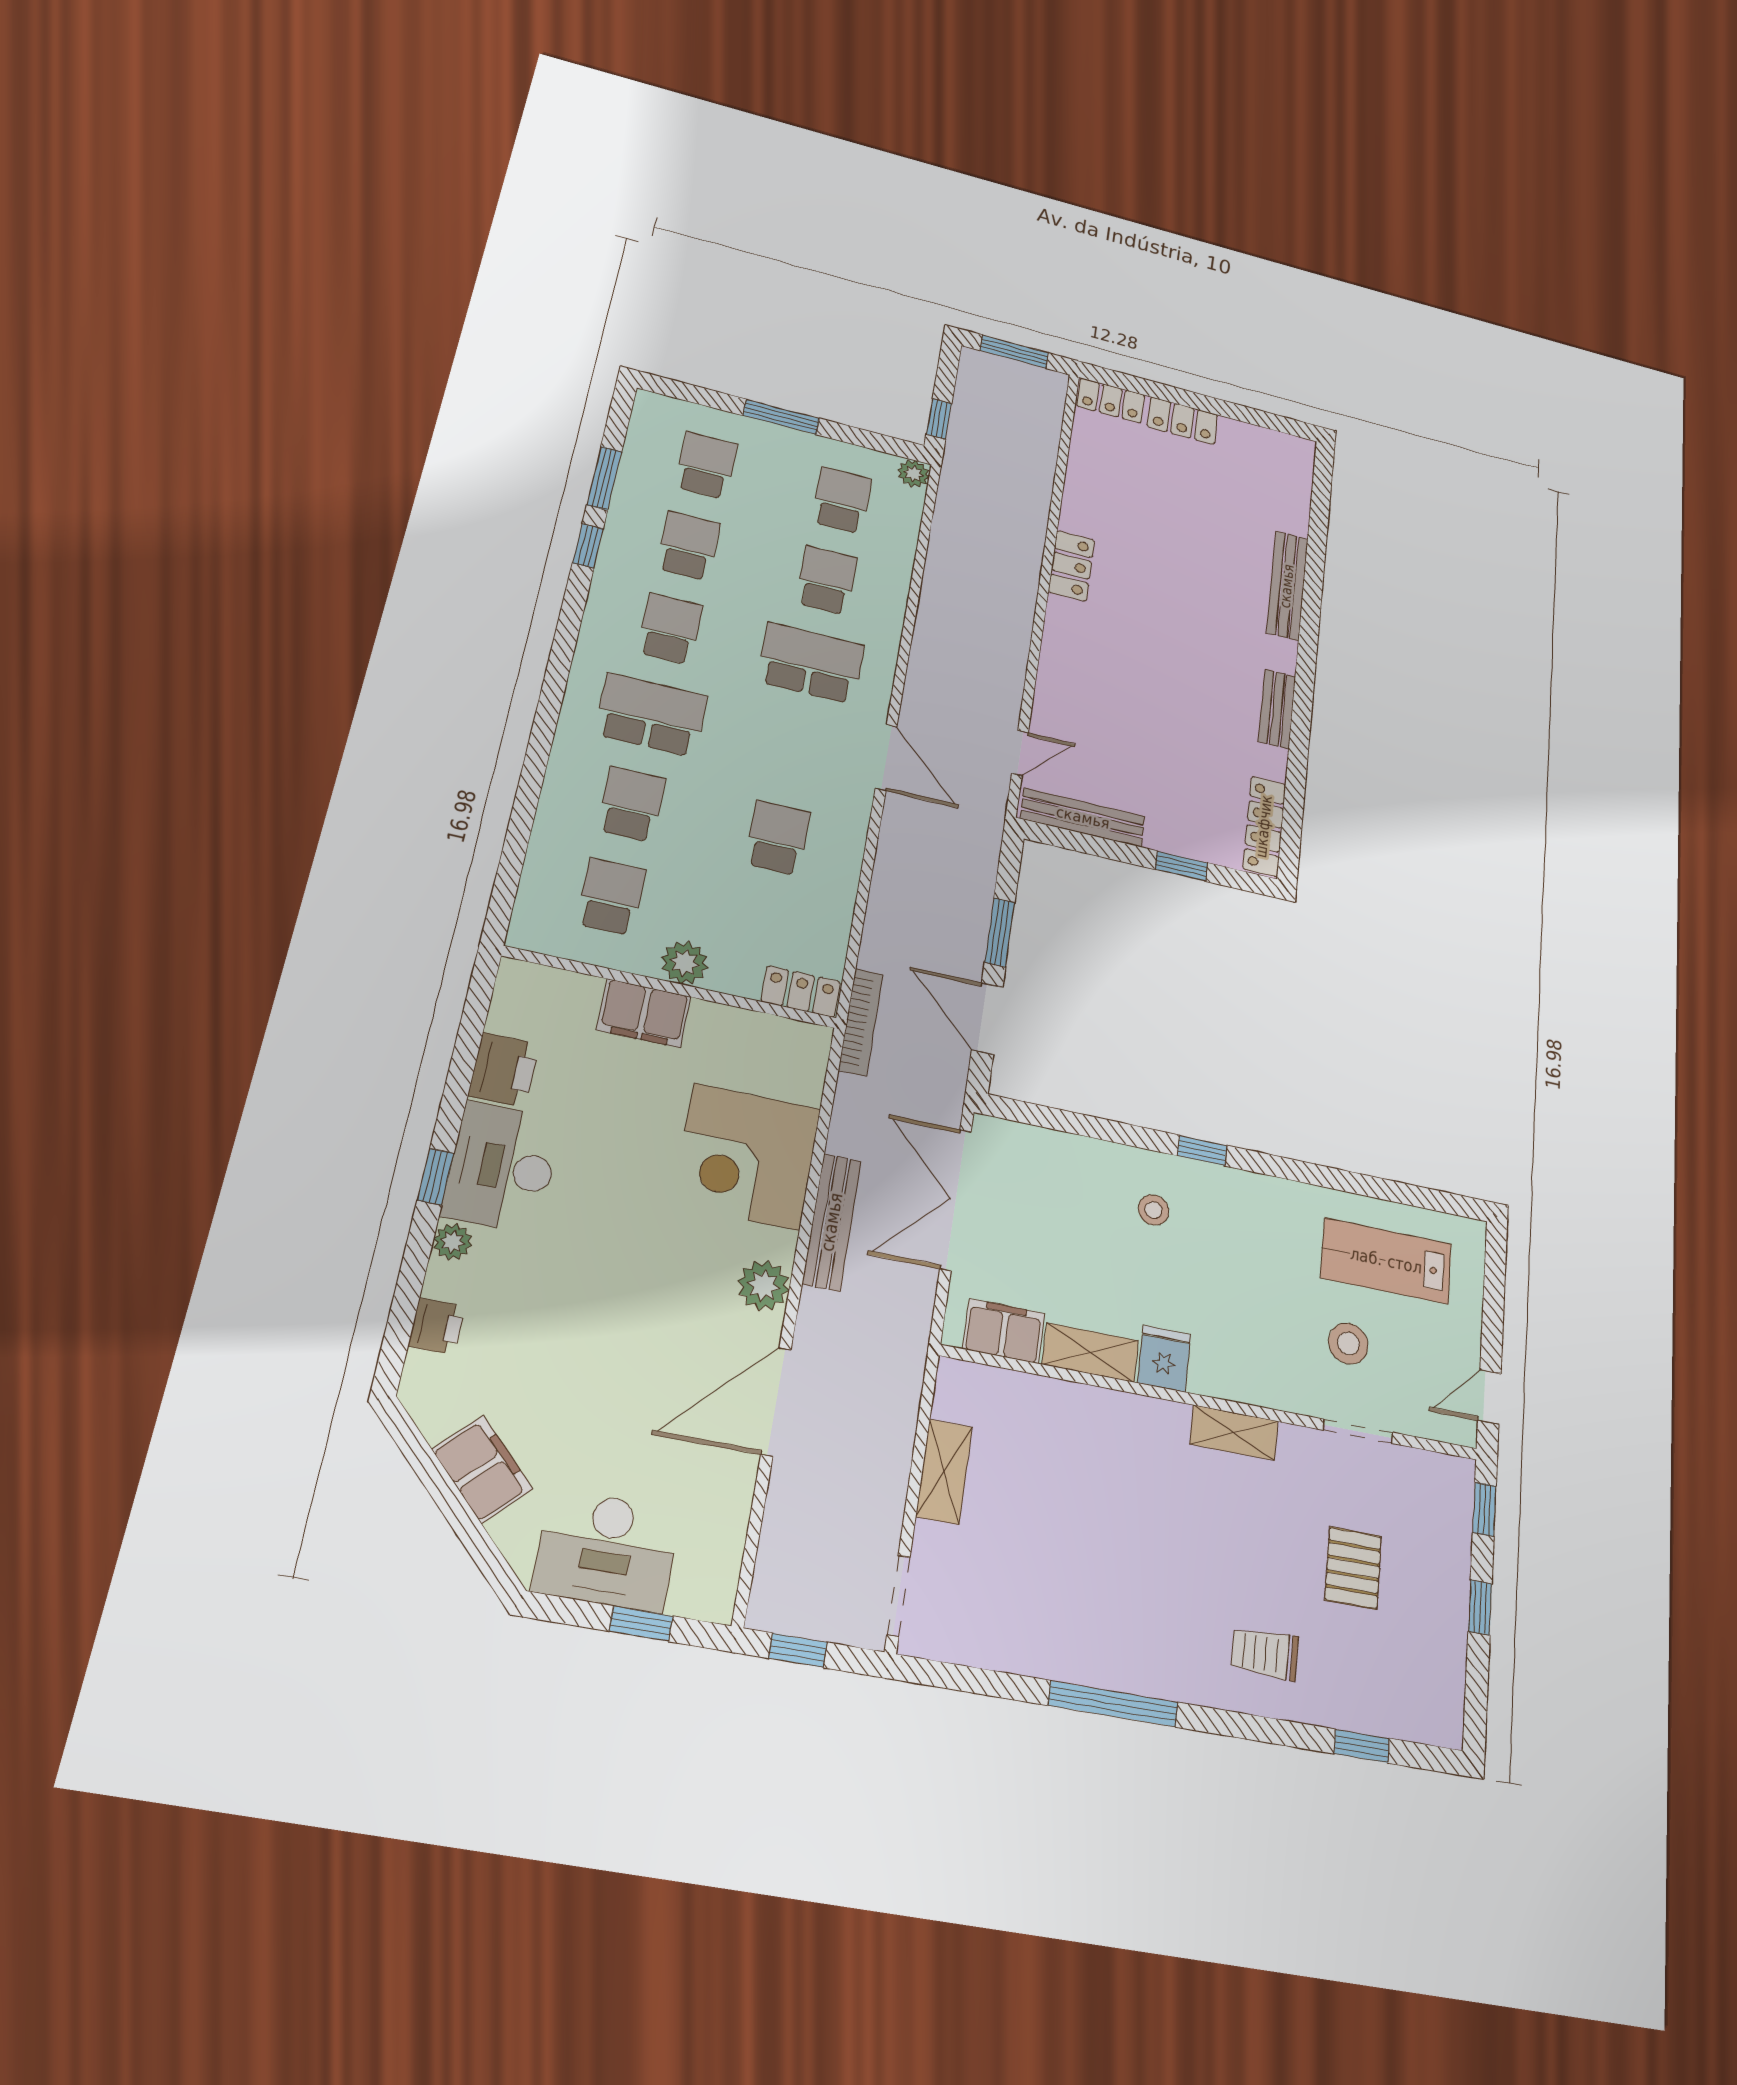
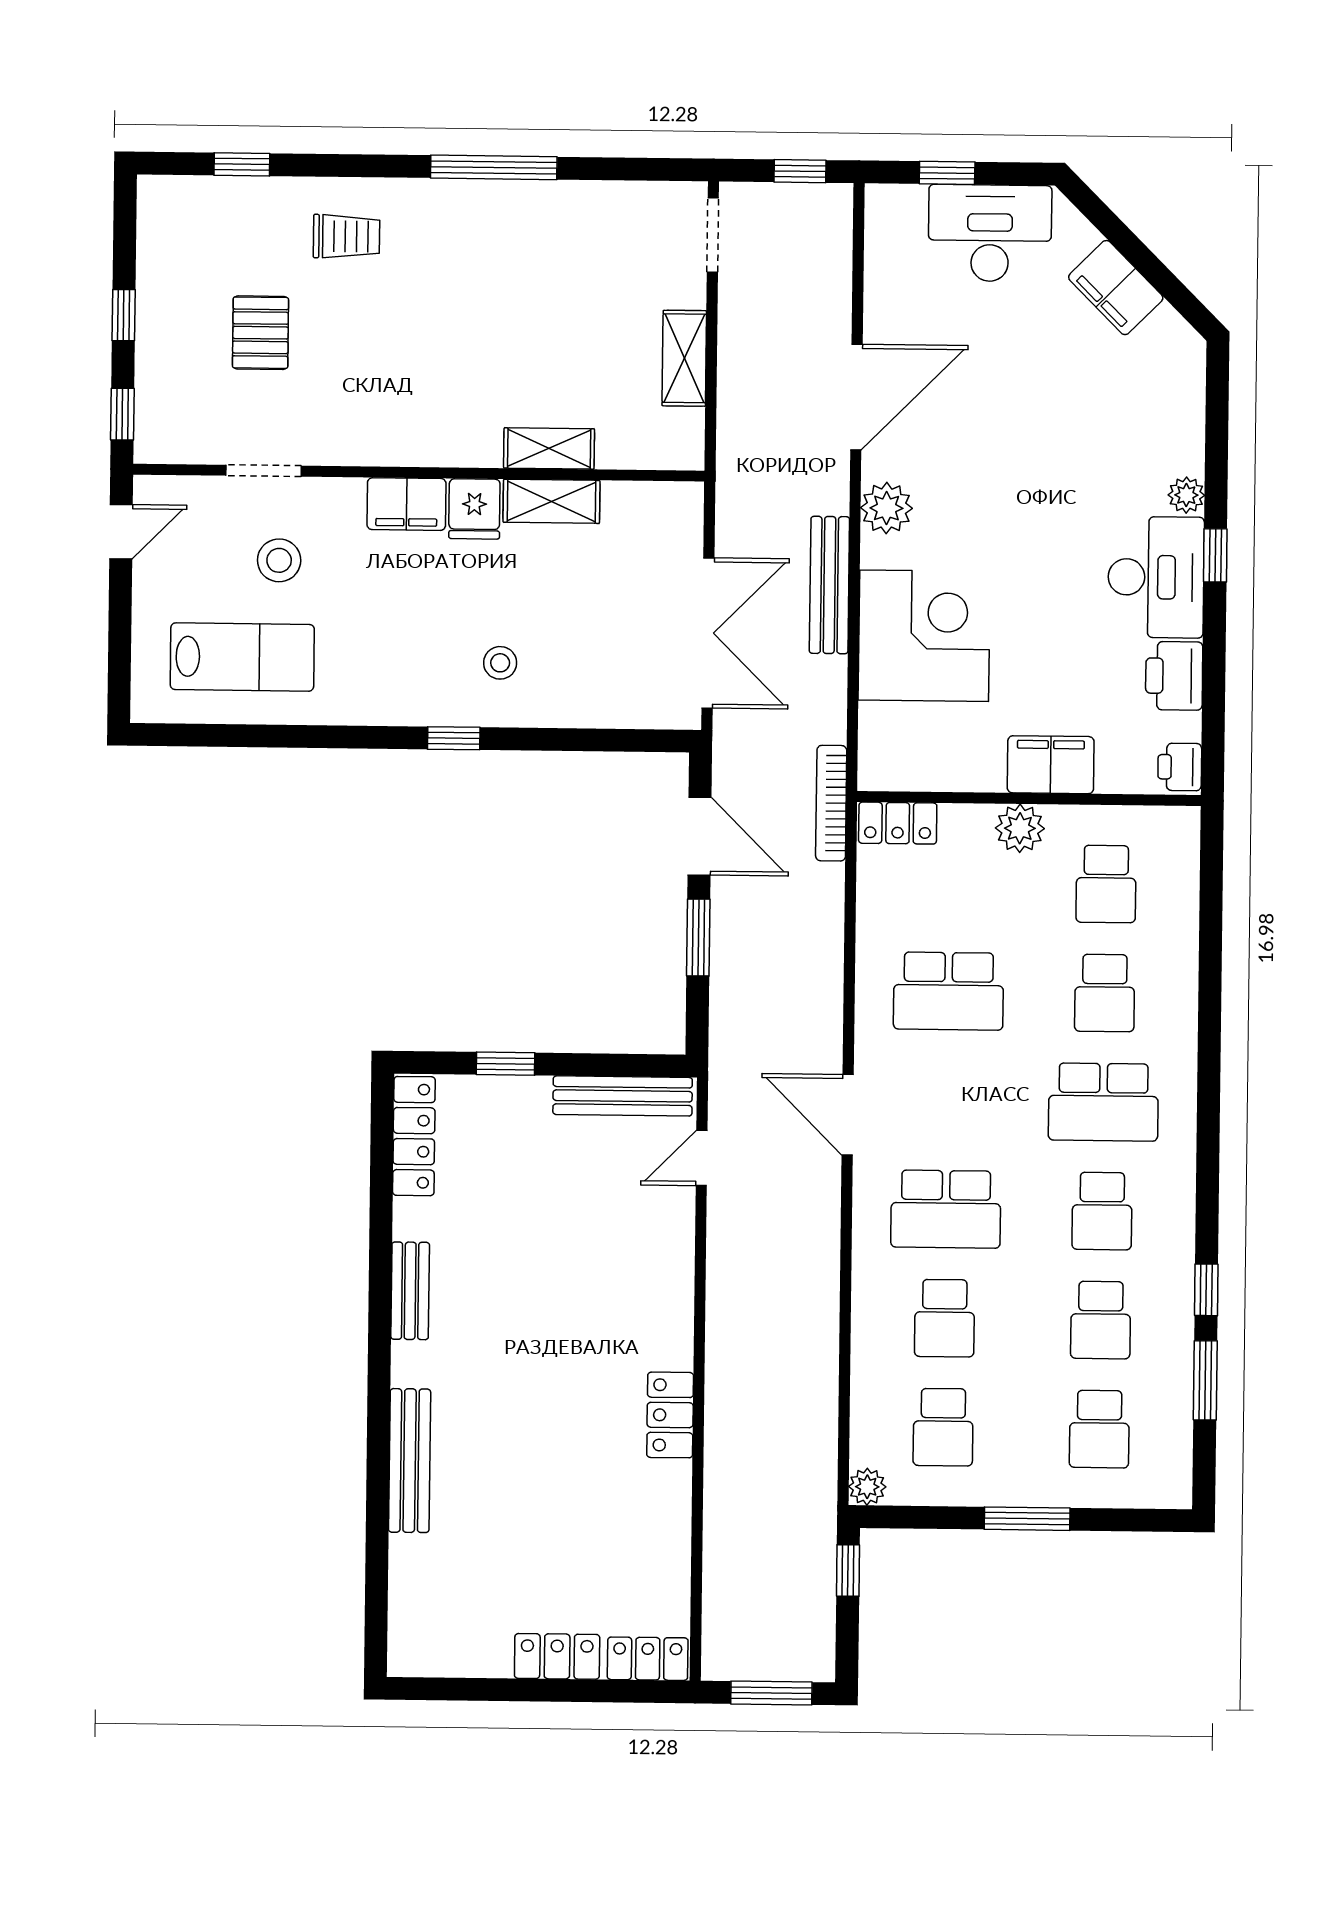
school desk: (778, 838) -> (948, 991), width x1.85
printer: (437, 1326) -> (1180, 767), moved
filing cabinet: (1004, 1331) -> (406, 504), moved
shelving: (1234, 1433) -> (549, 448), moved

